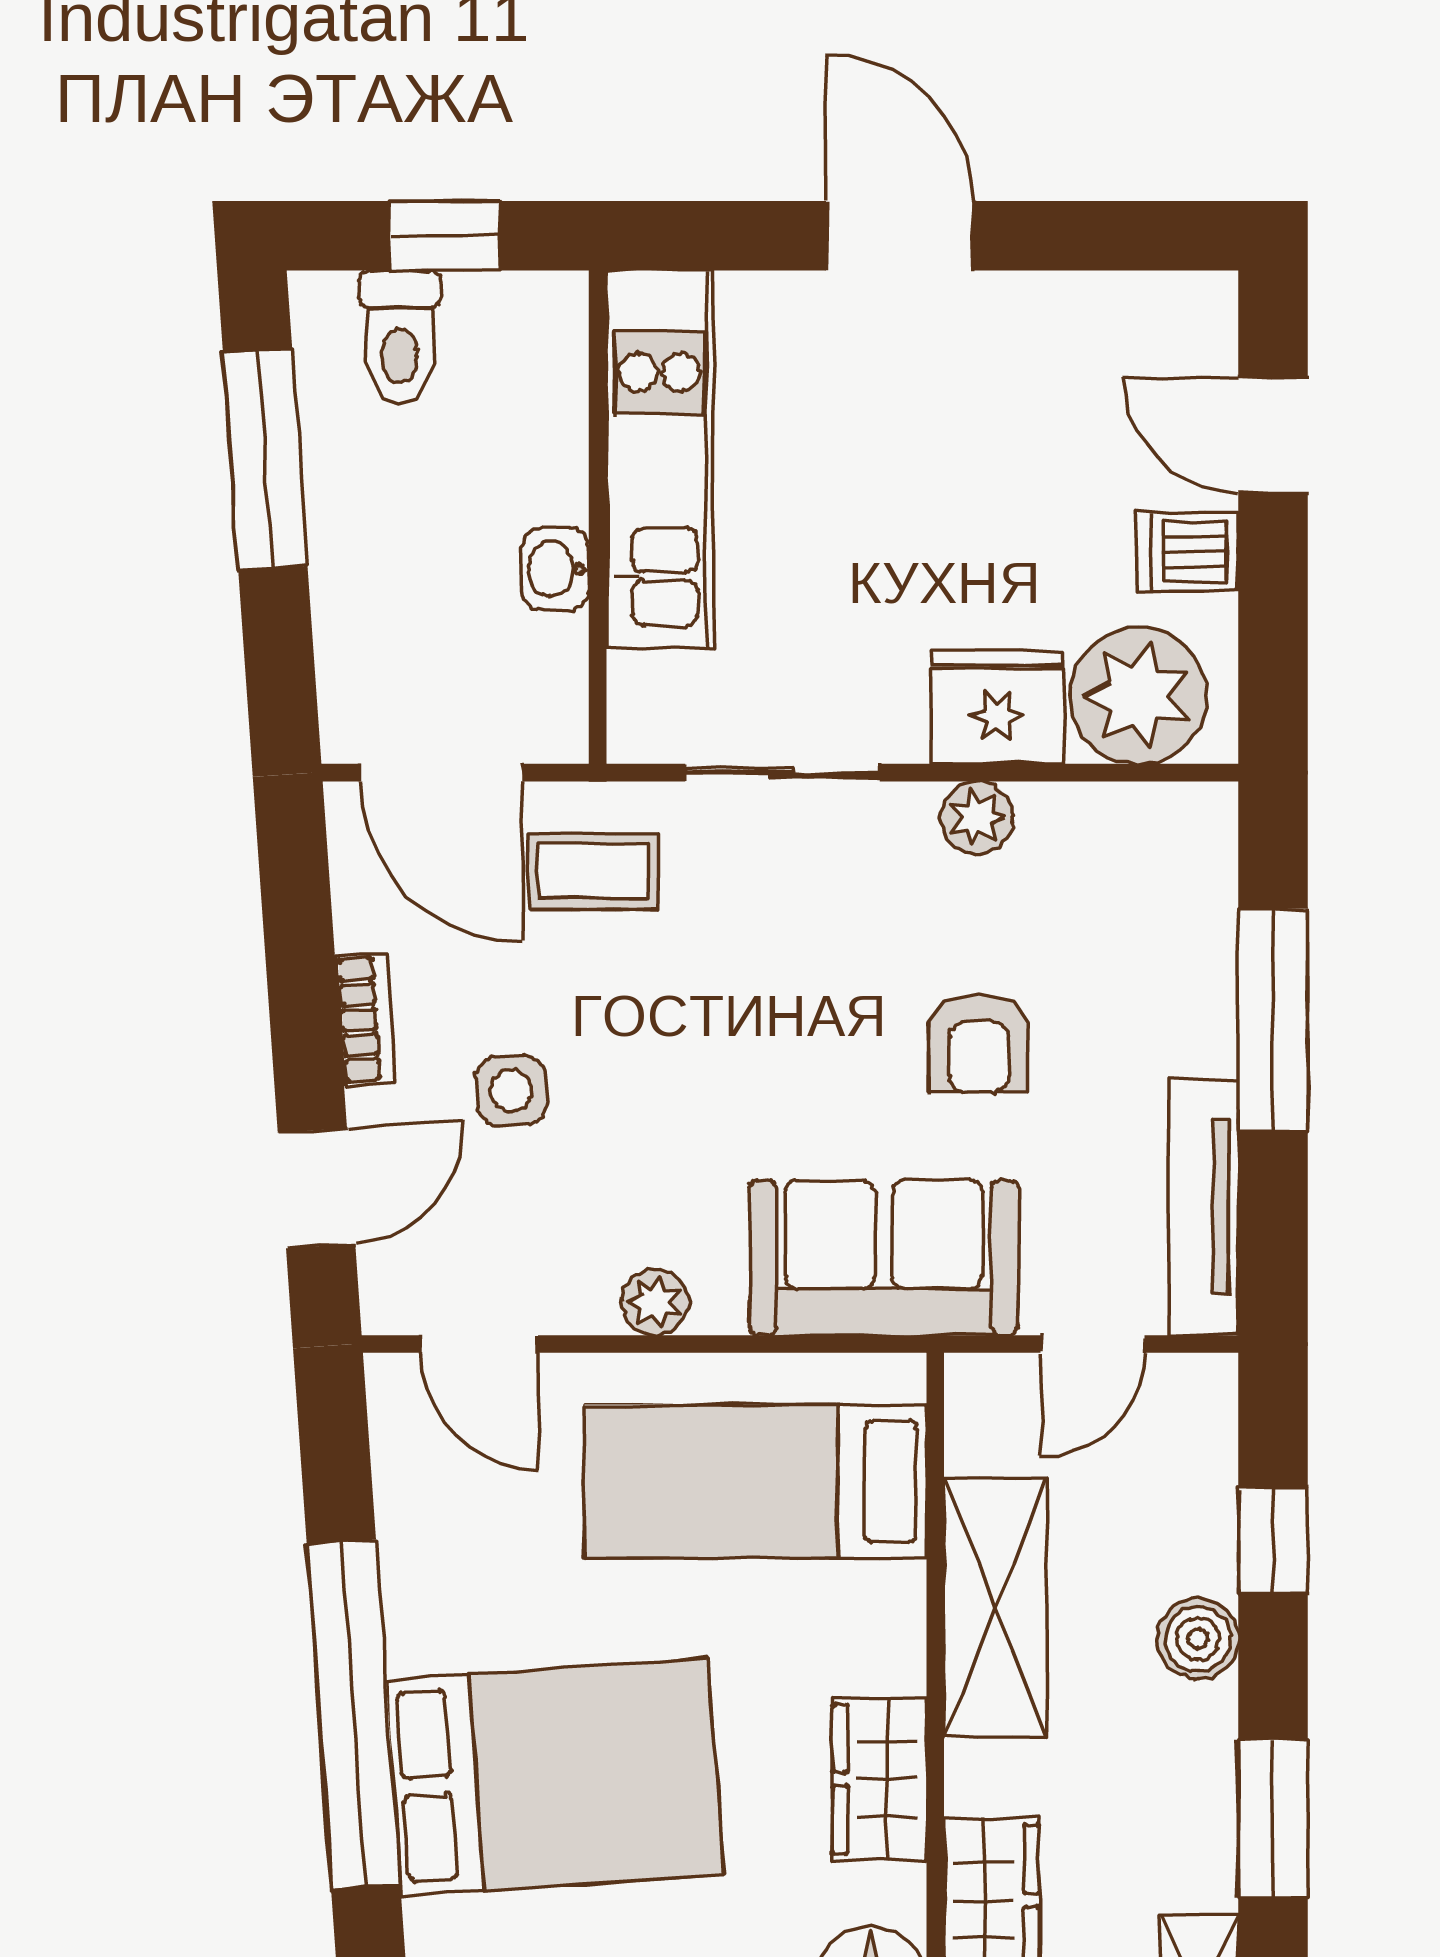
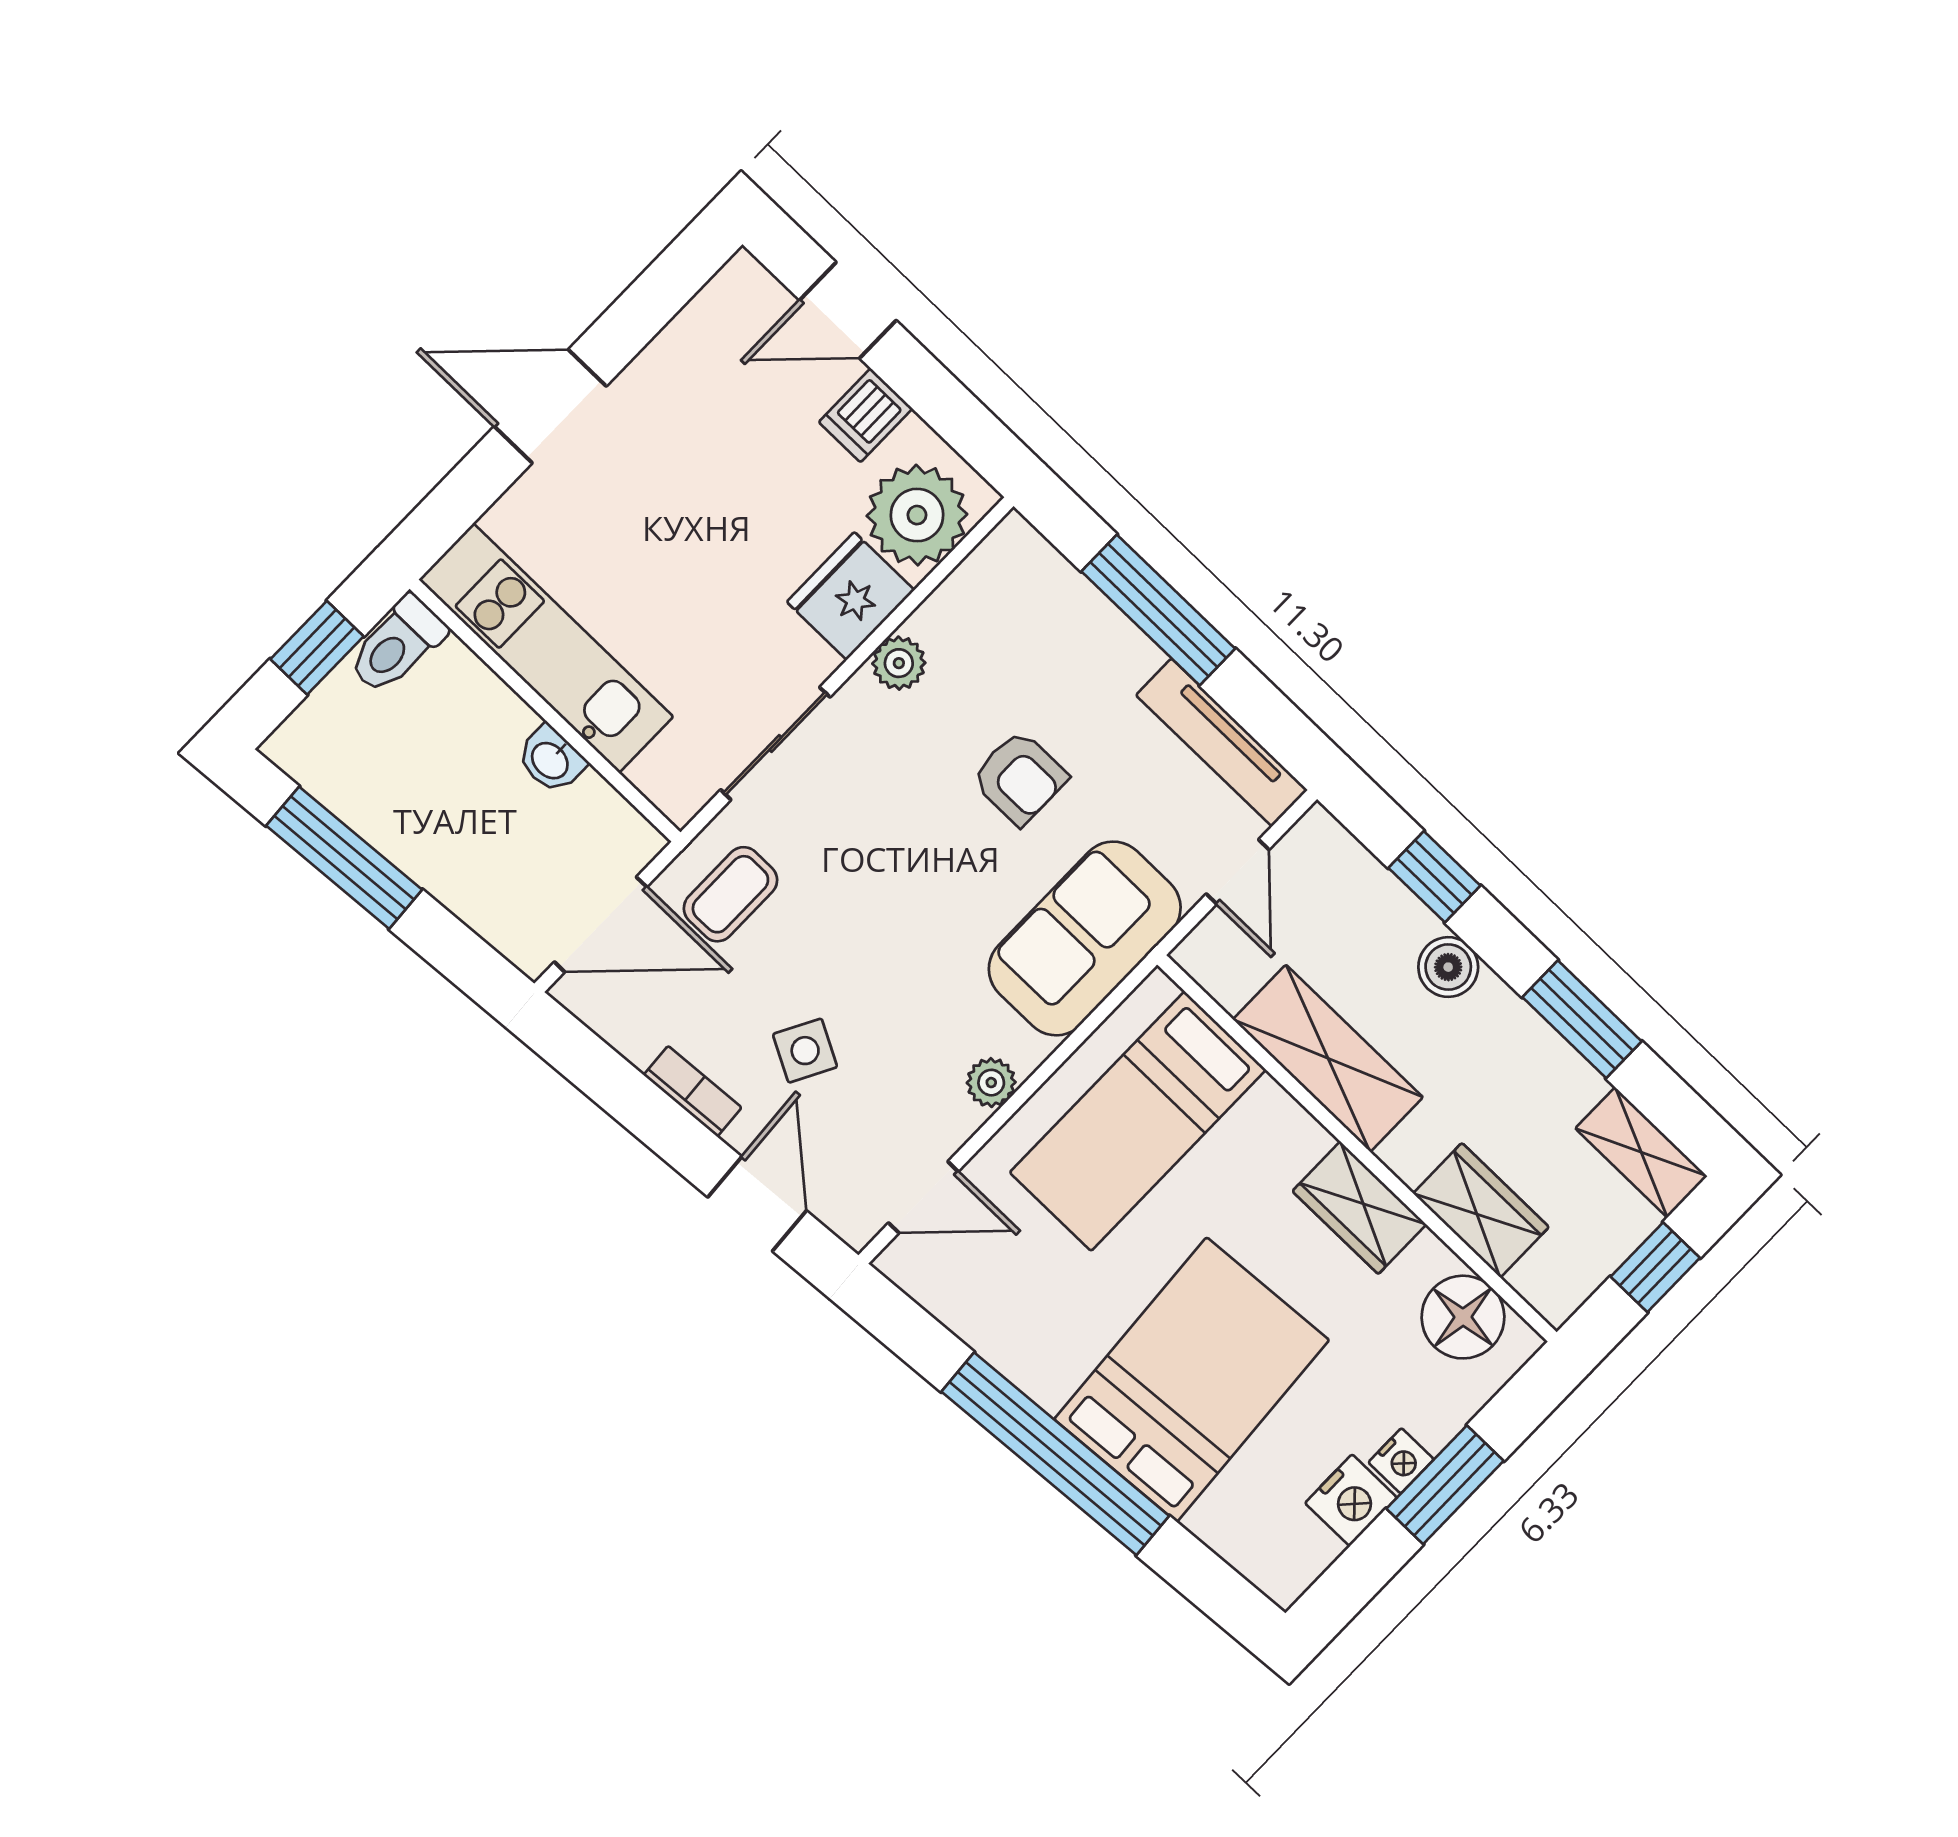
toilet: (400, 337) -> (397, 645), moved, turned 90
side table: (511, 1091) -> (805, 1051), turned 32

